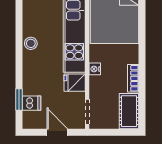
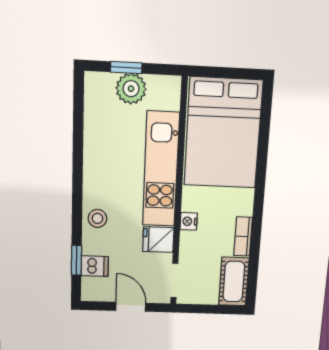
stool: (31, 43) -> (97, 218), moved

